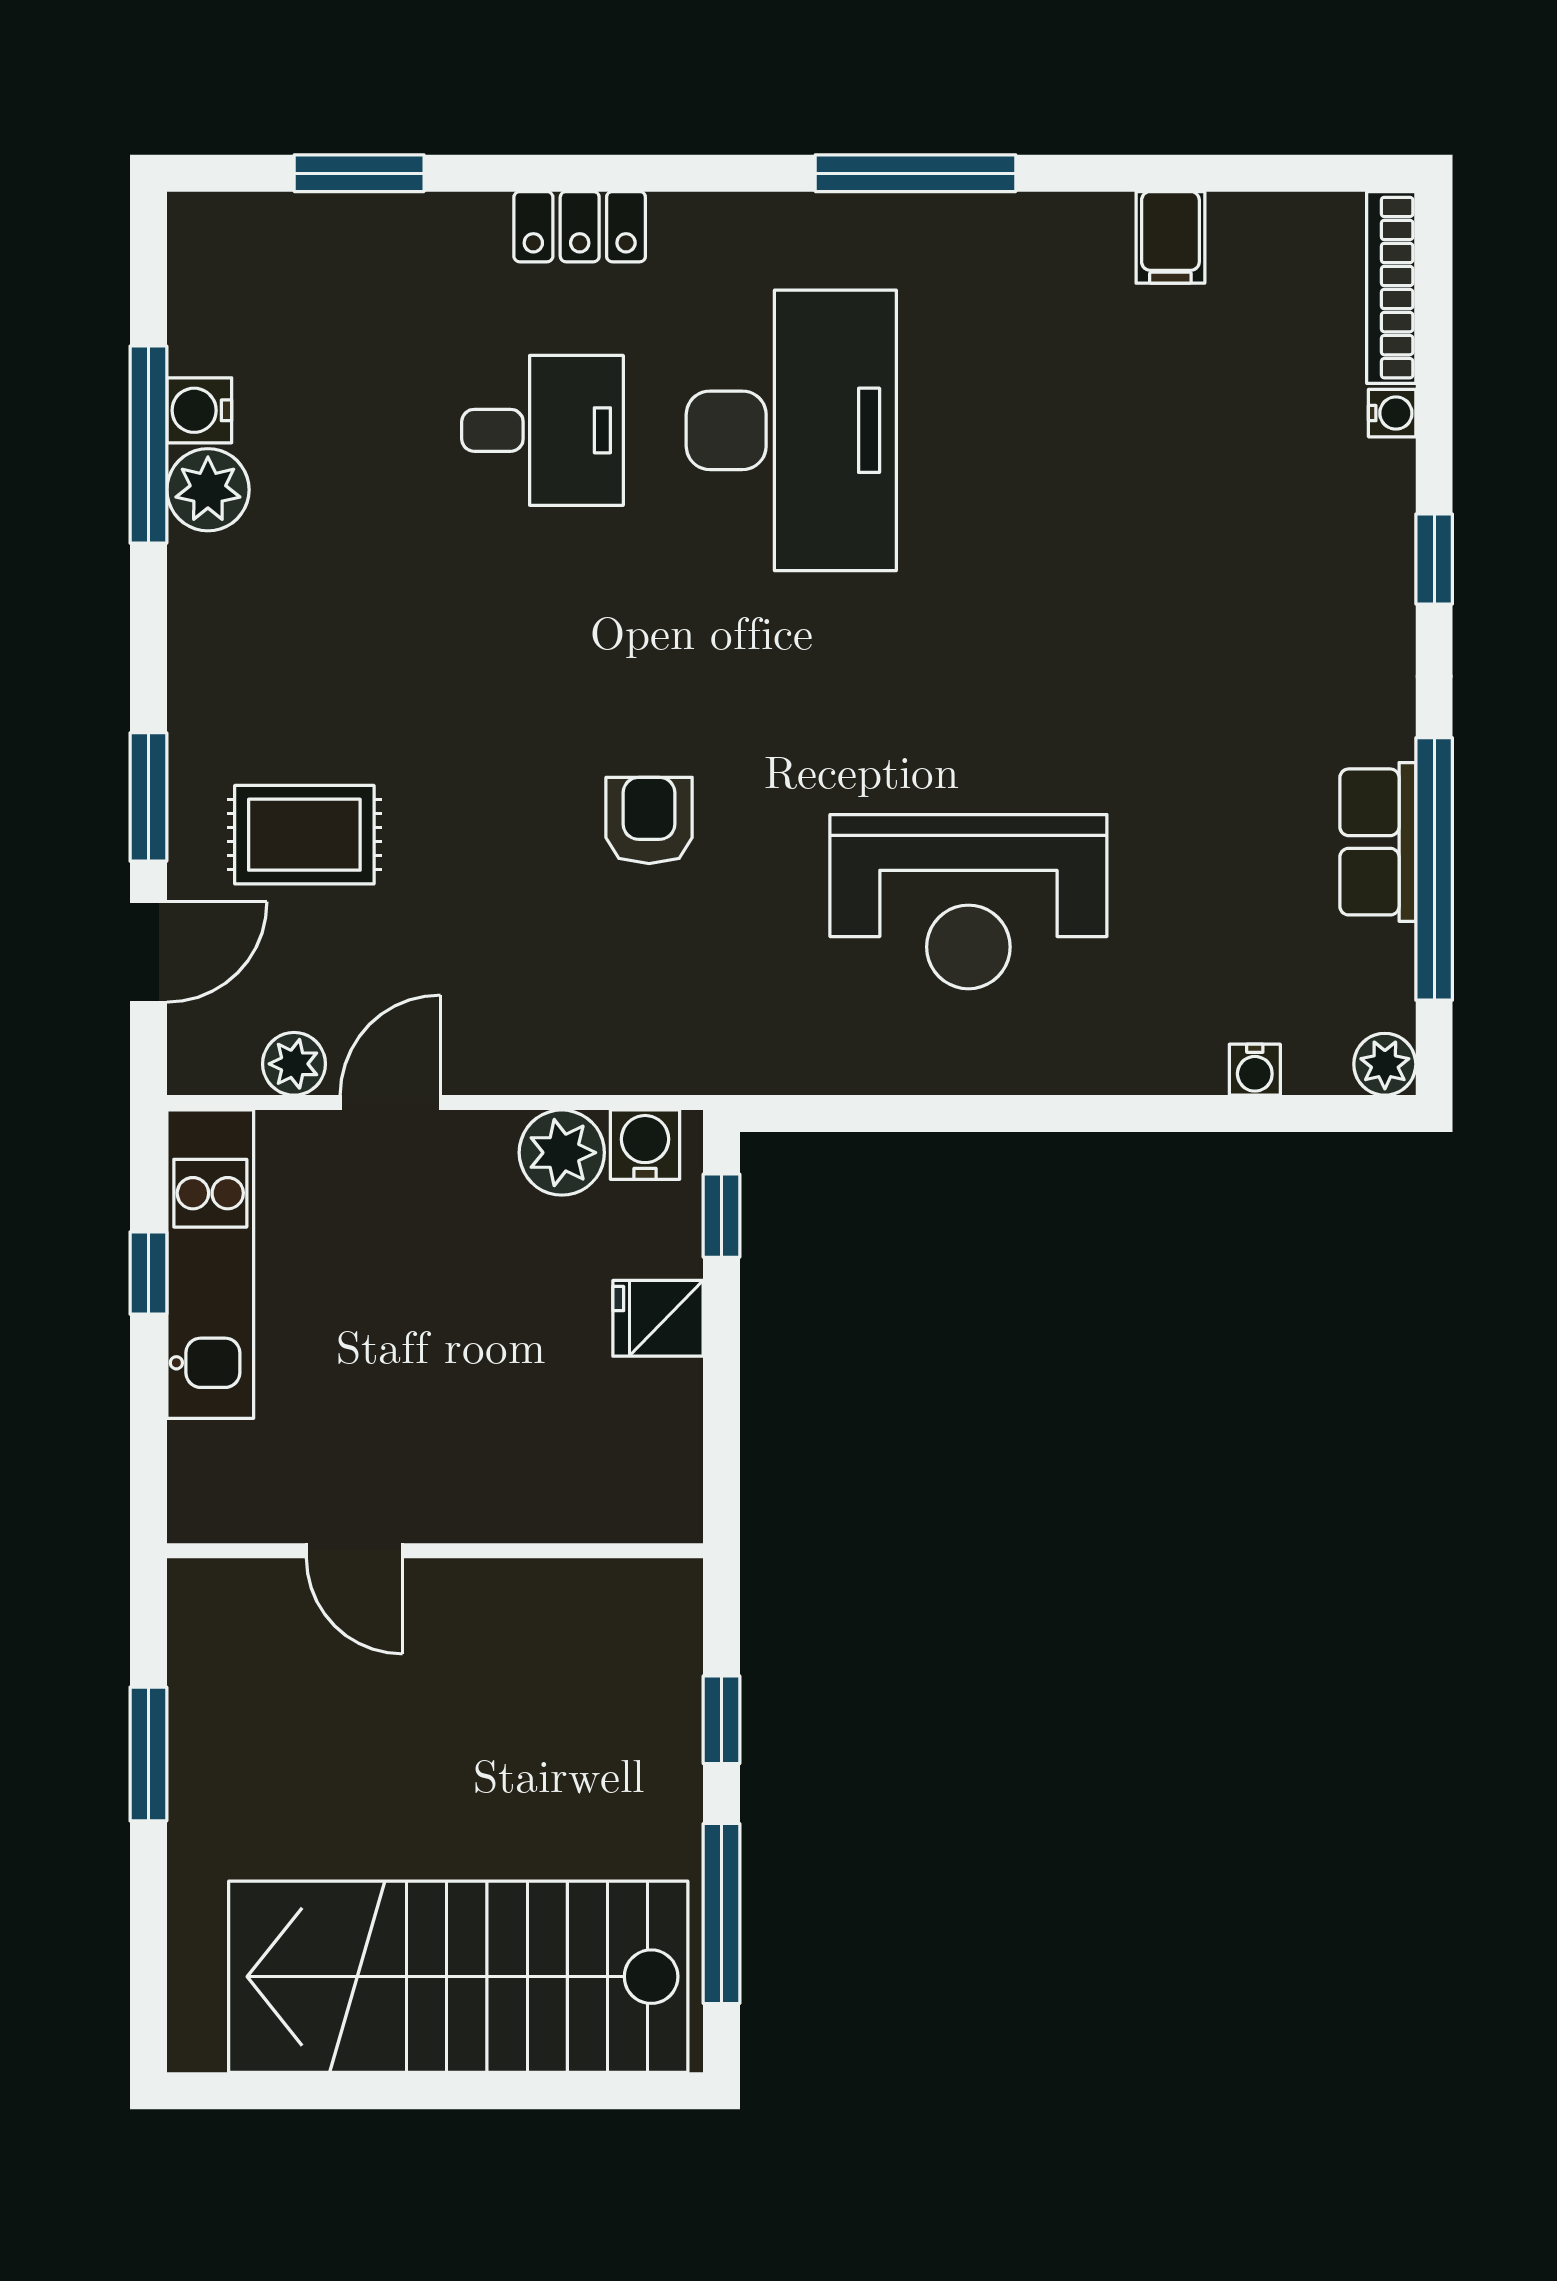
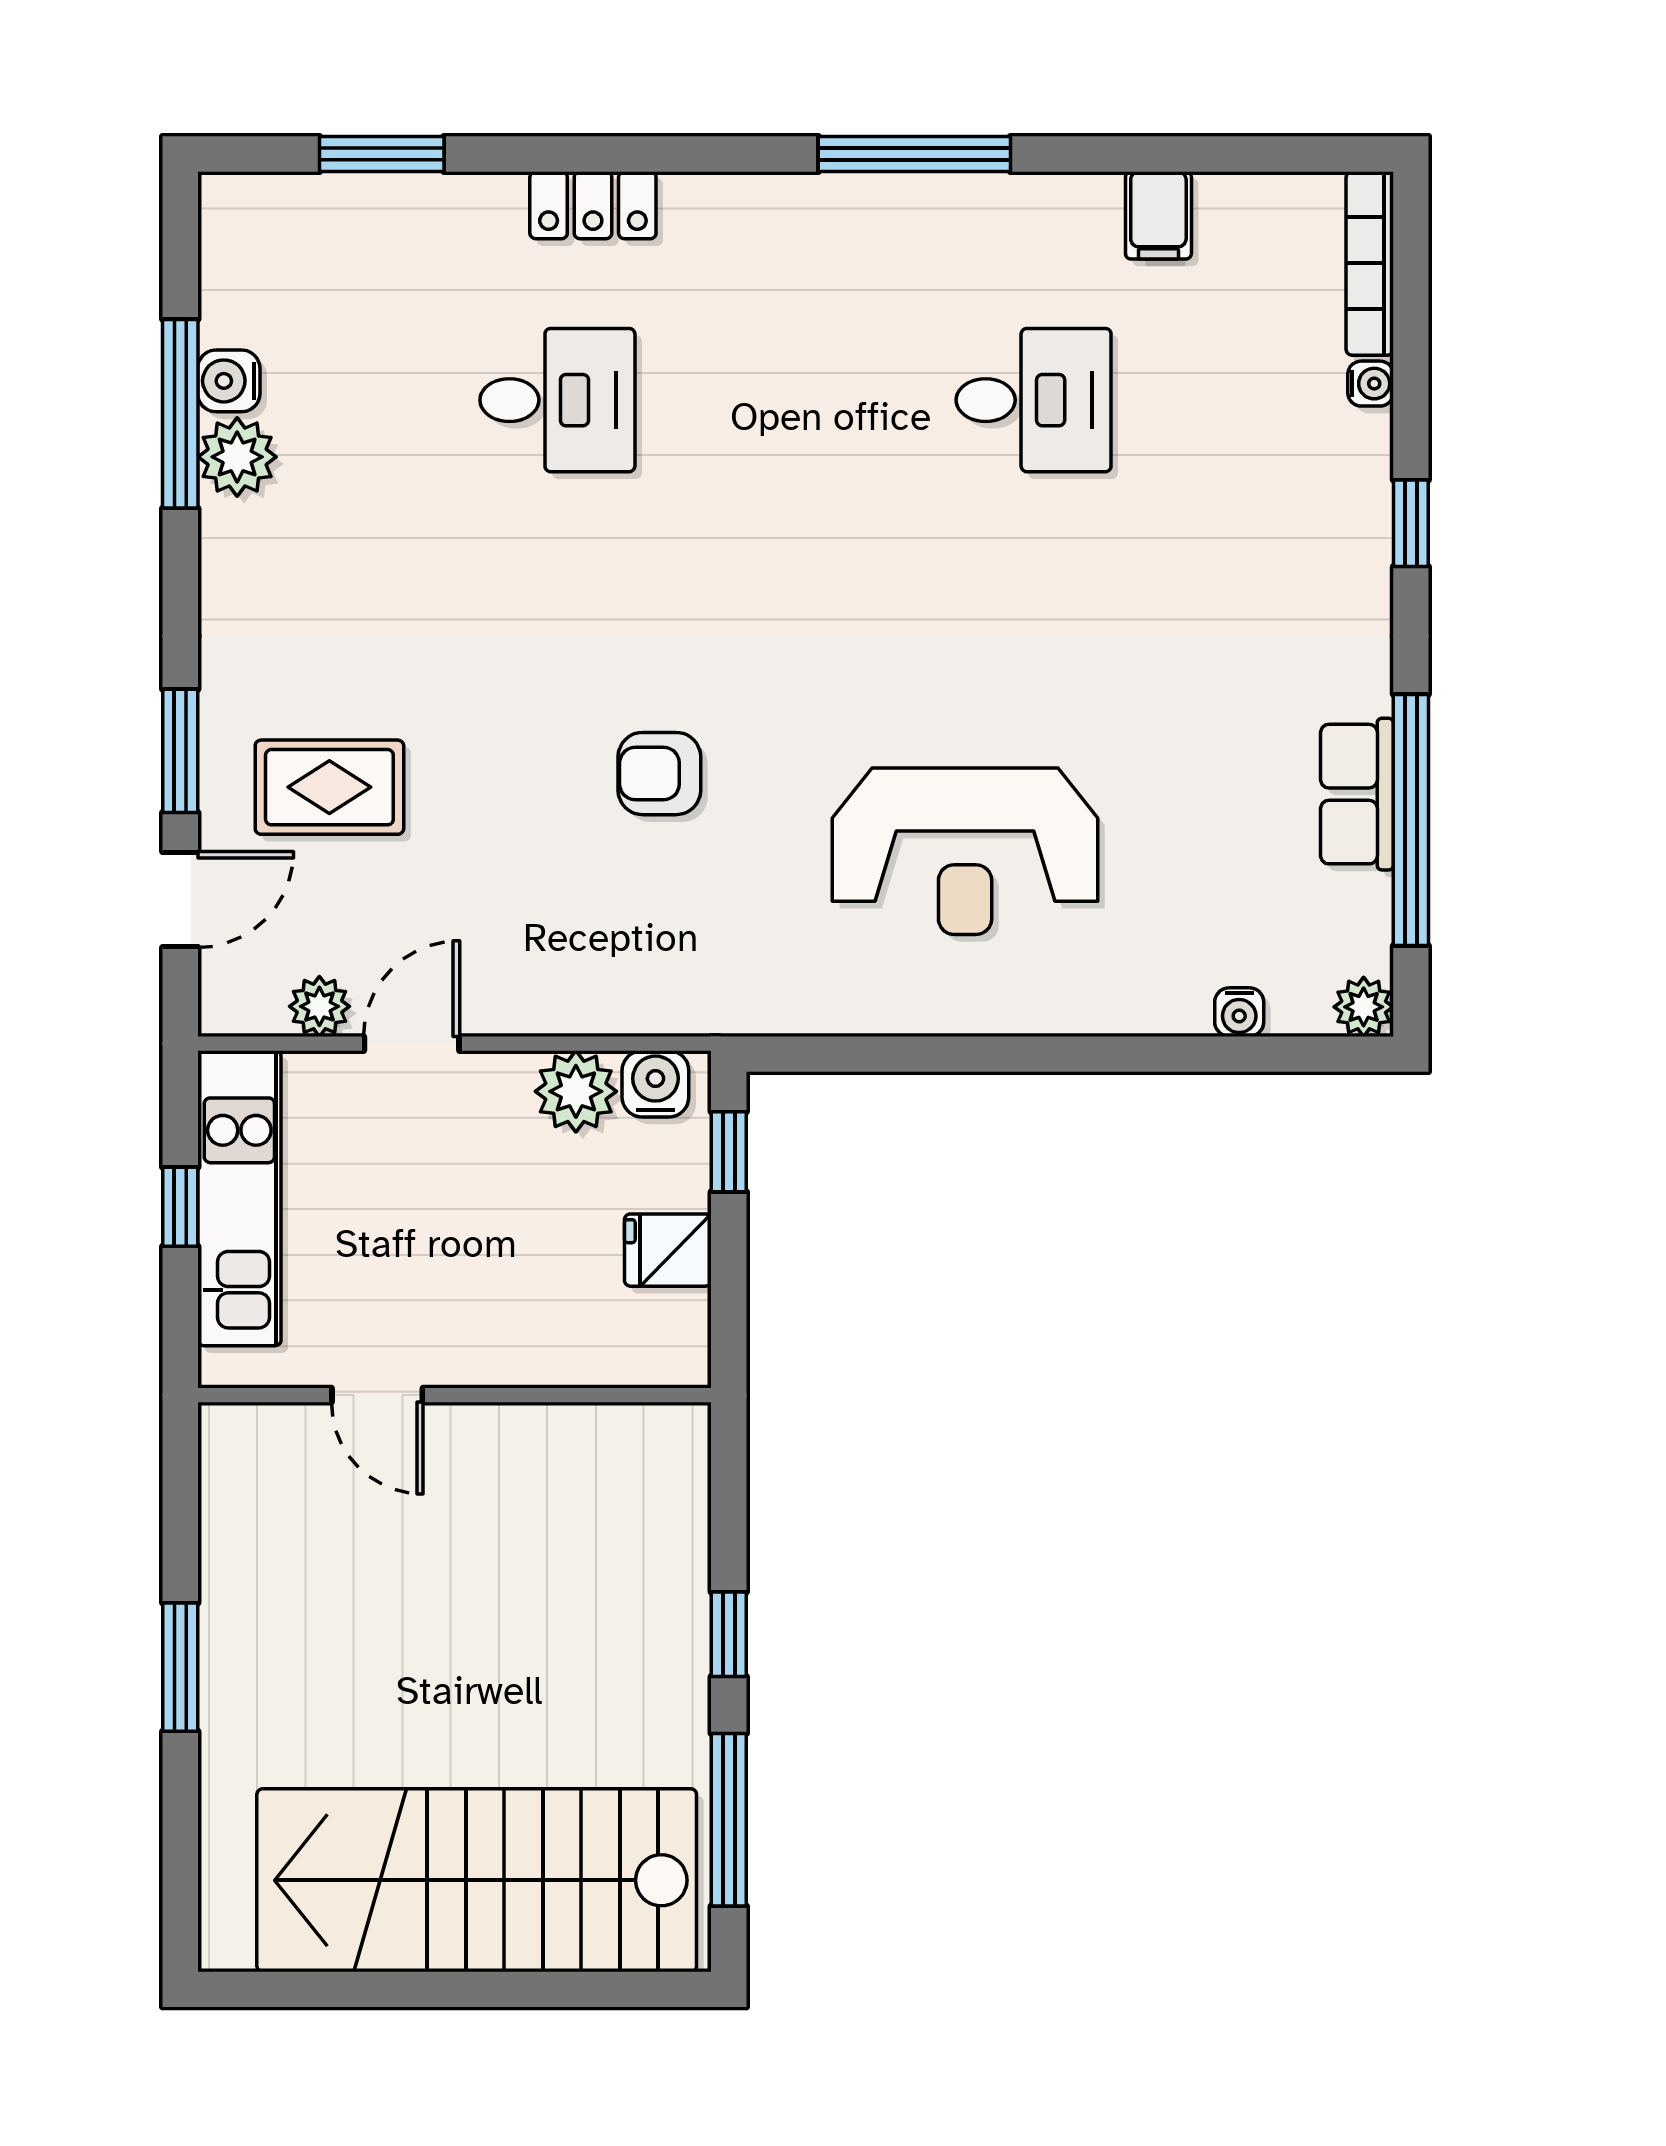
desk: (791, 430) -> (1034, 400), moved, width x0.53, depth x0.77
armchair: (649, 820) -> (659, 774), turned -90
door: (354, 1551) -> (377, 1395), moved
wall: (435, 1551) -> (454, 1395), moved

